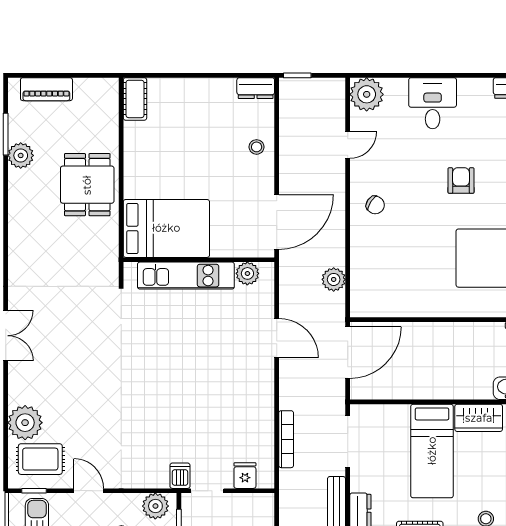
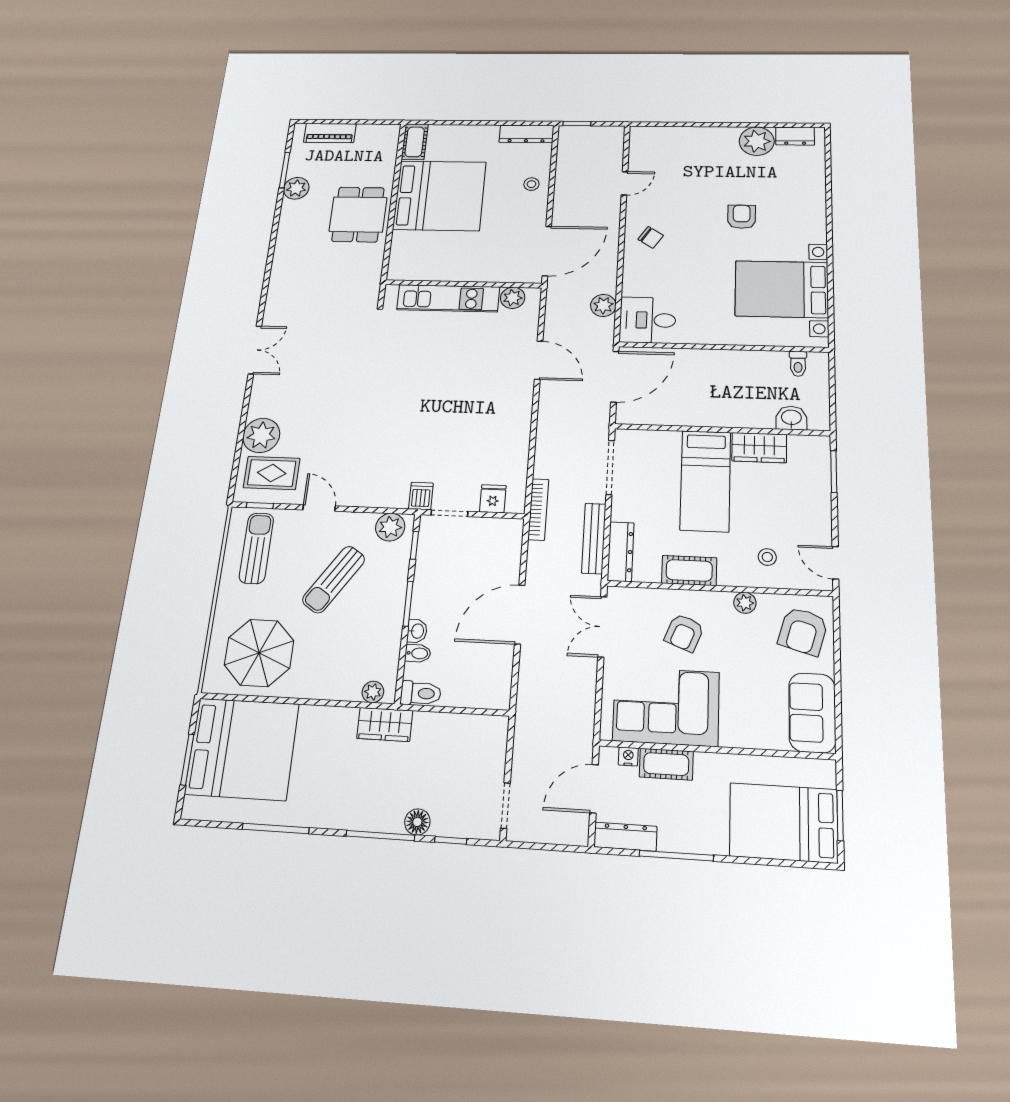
dresser: (256, 88) -> (527, 134), width x1.44
plant: (367, 94) -> (757, 141), moved
desk: (433, 103) -> (648, 320), moved, turned -90
bed: (166, 228) -> (439, 196), moved, width x1.36
bookcase: (286, 439) -> (538, 509), moved

